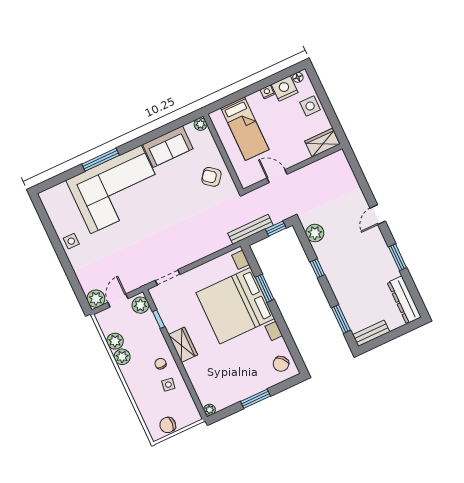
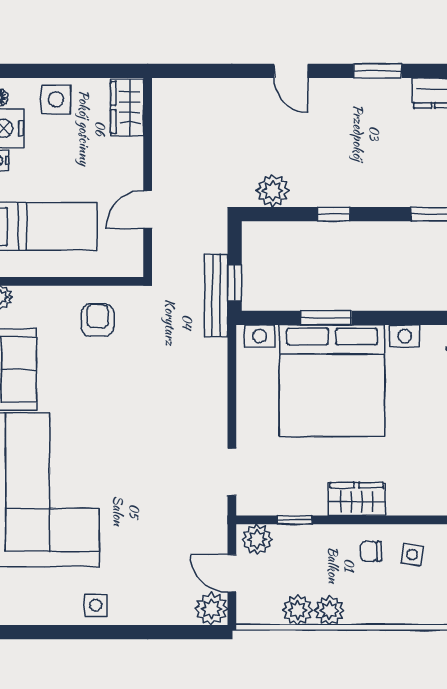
armchair: (211, 177) -> (98, 320), turned 142
window: (276, 229) -> (235, 283), moved

